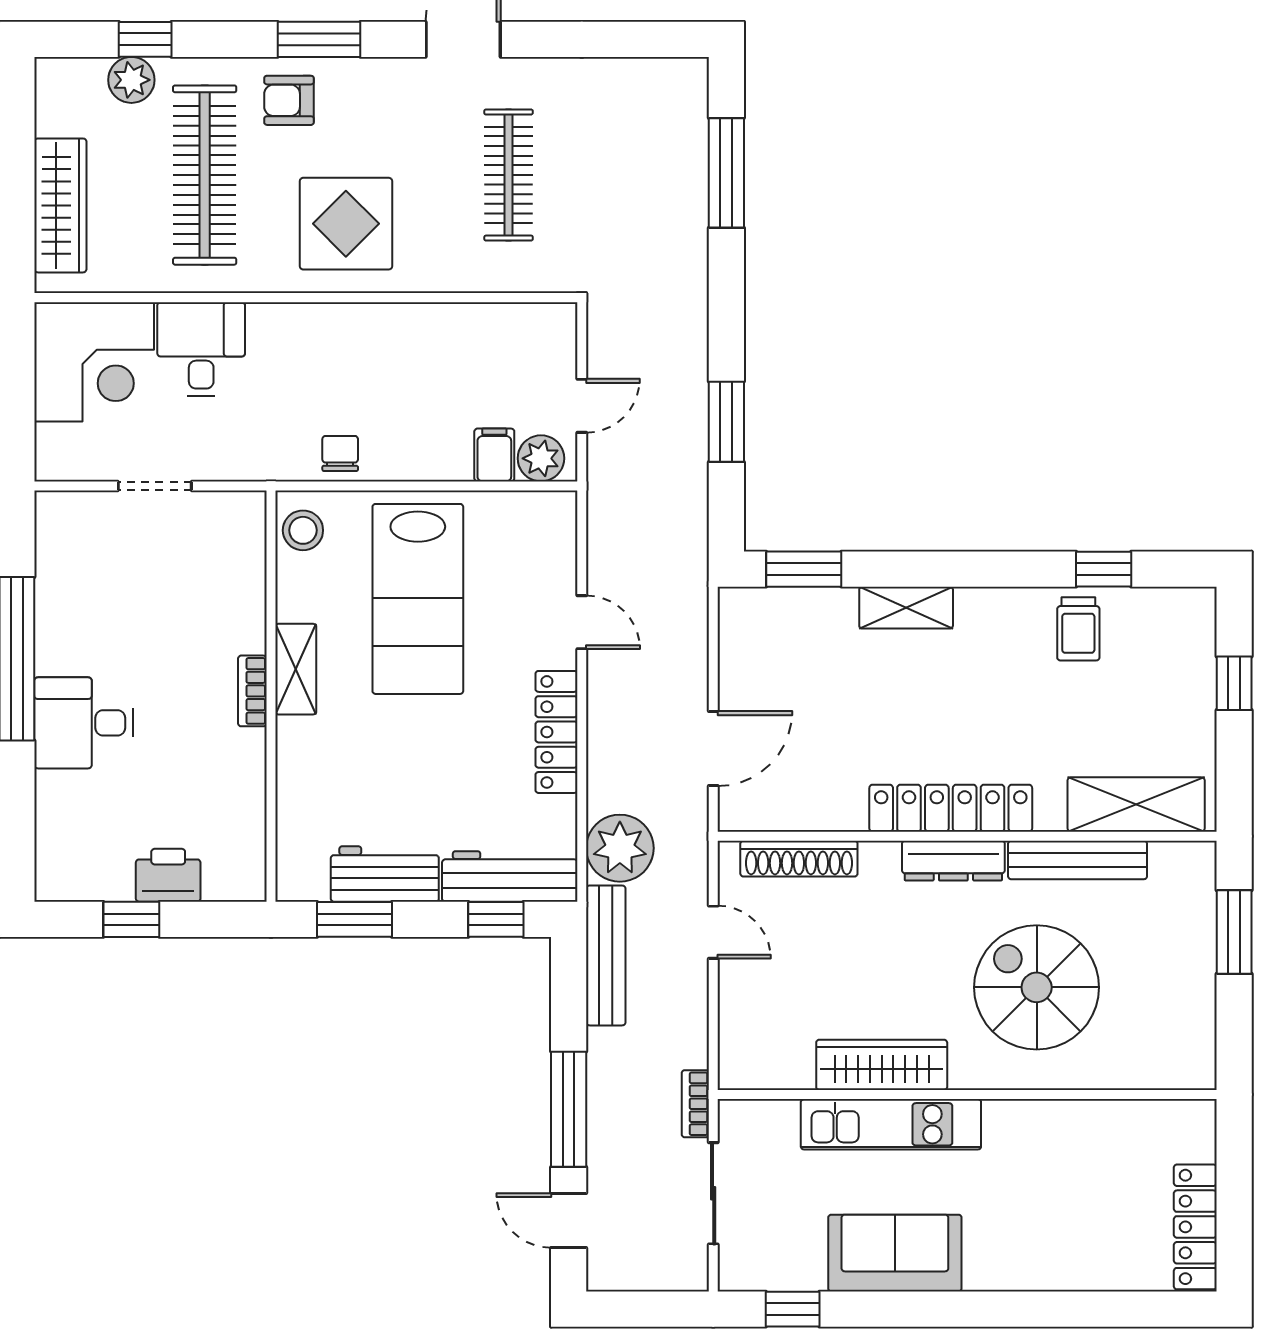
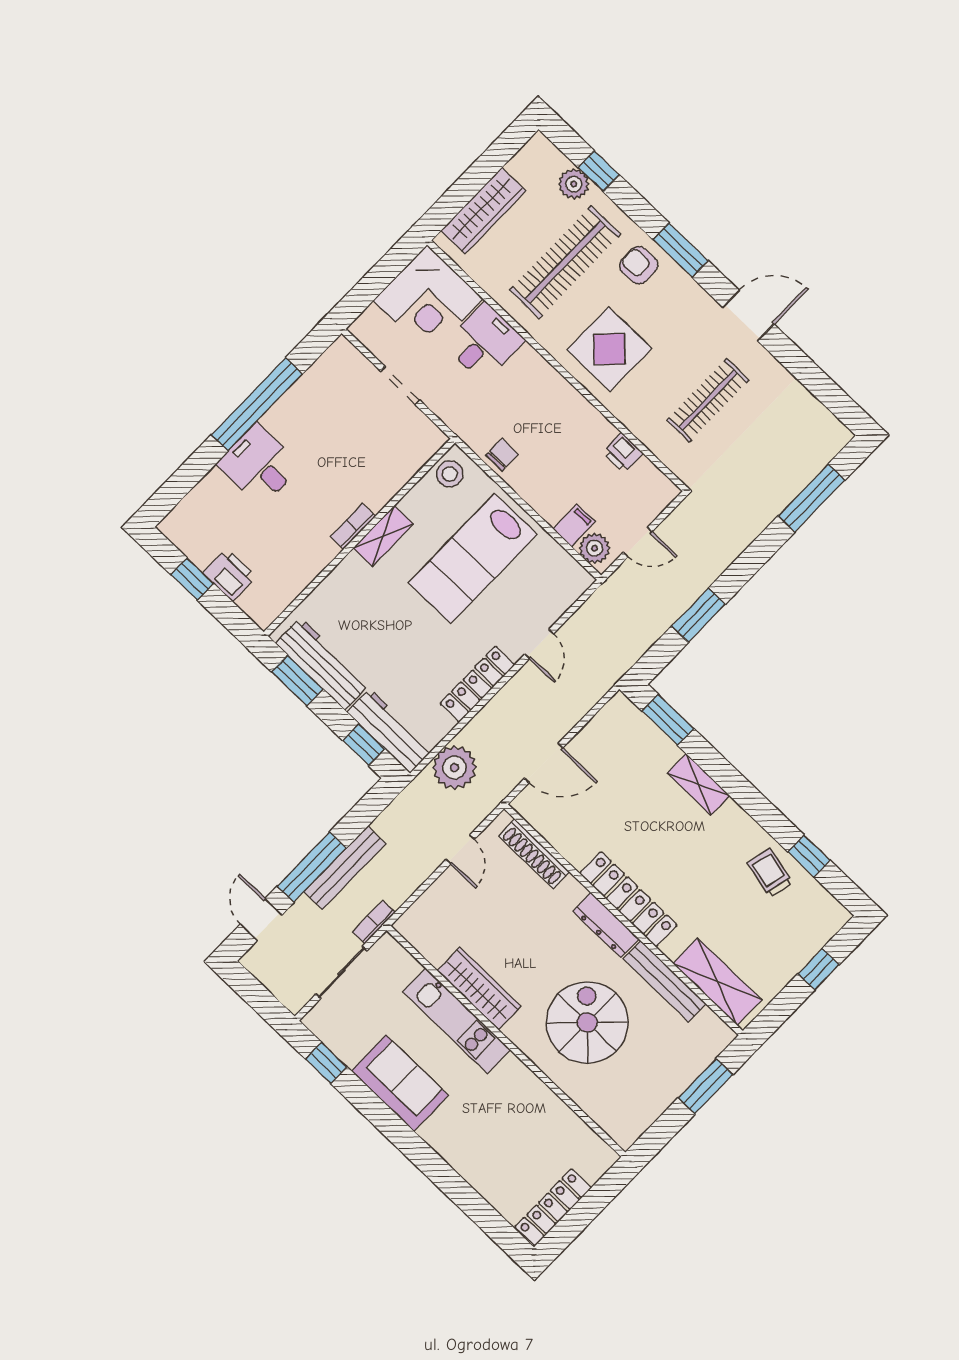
printer: (471, 323) -> (623, 453), added
trolley: (1078, 629) -> (770, 873), turned 103
workbench: (385, 874) -> (323, 664), width x1.38
bench: (606, 955) -> (345, 868), moved

